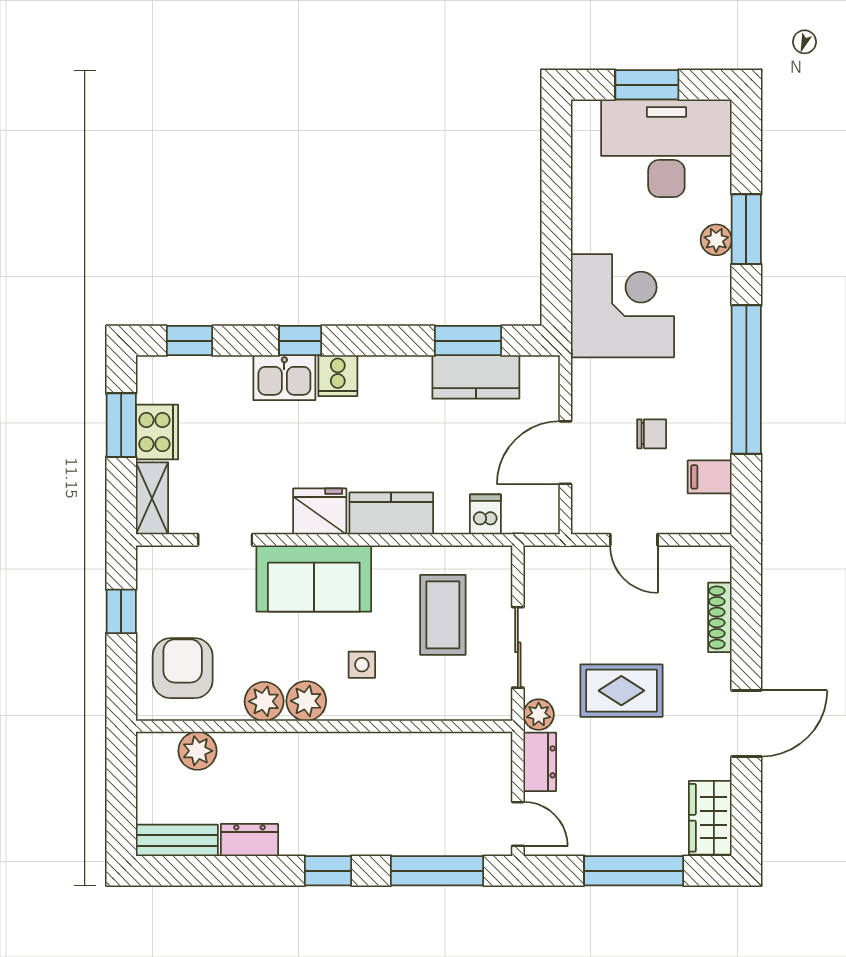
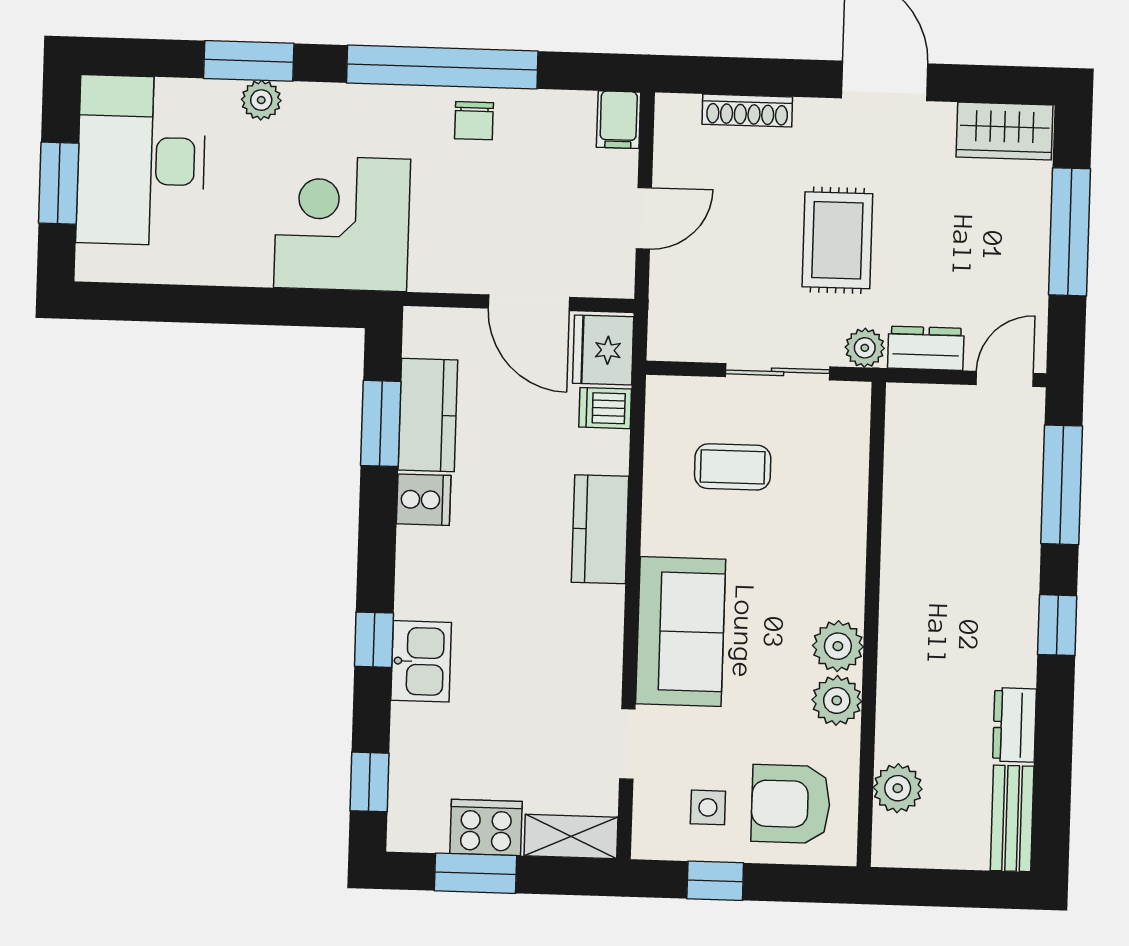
cooker: (338, 376) -> (424, 500), moved
chair: (652, 434) -> (474, 121), moved, turned 180
filing cabinet: (710, 477) -> (619, 120), moved
fridge: (320, 511) -> (603, 350), moved
coffee table: (443, 615) -> (733, 467), width x0.73, depth x0.77
side table: (362, 665) -> (708, 807), moved

